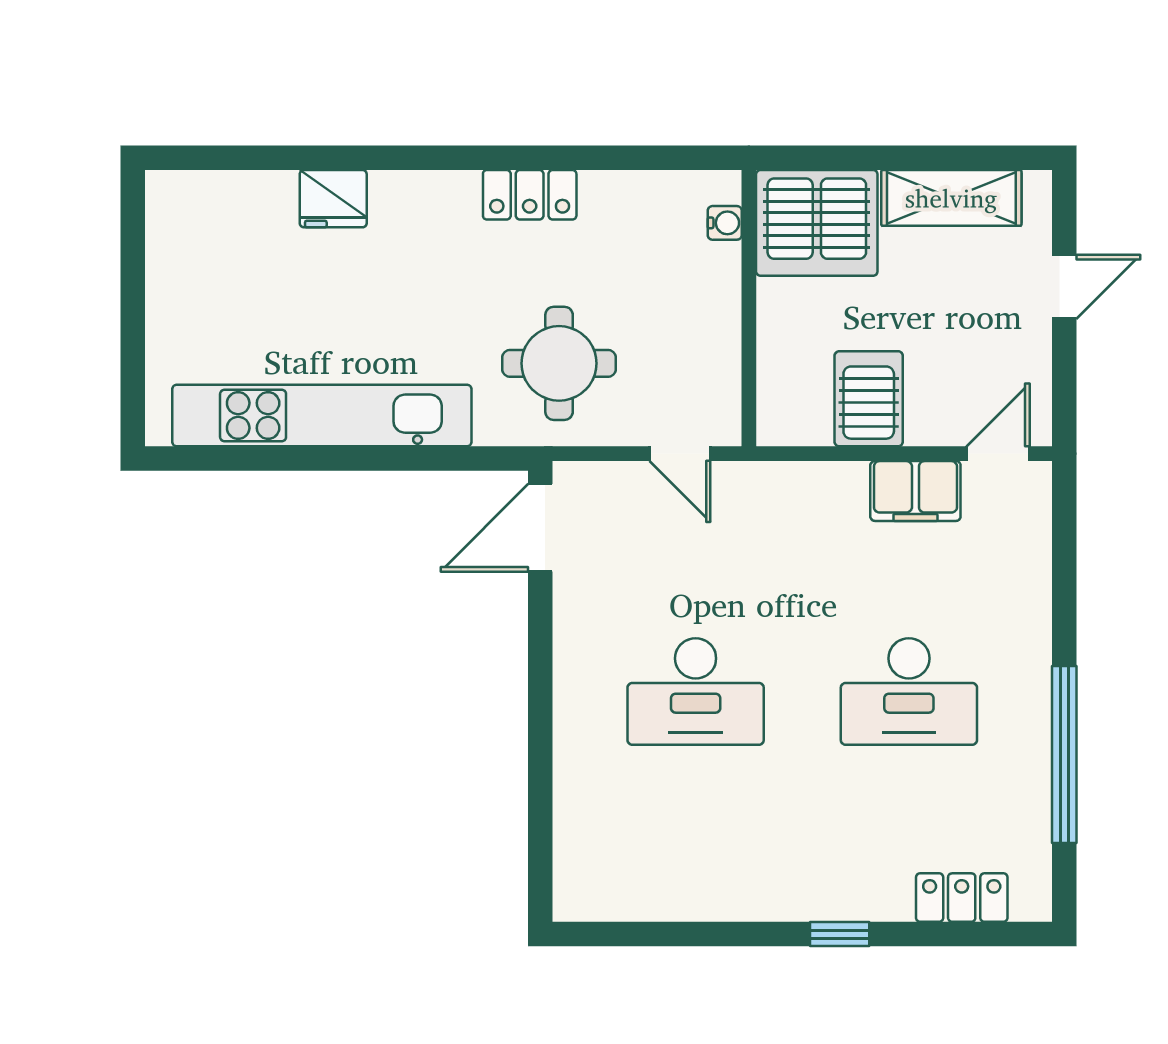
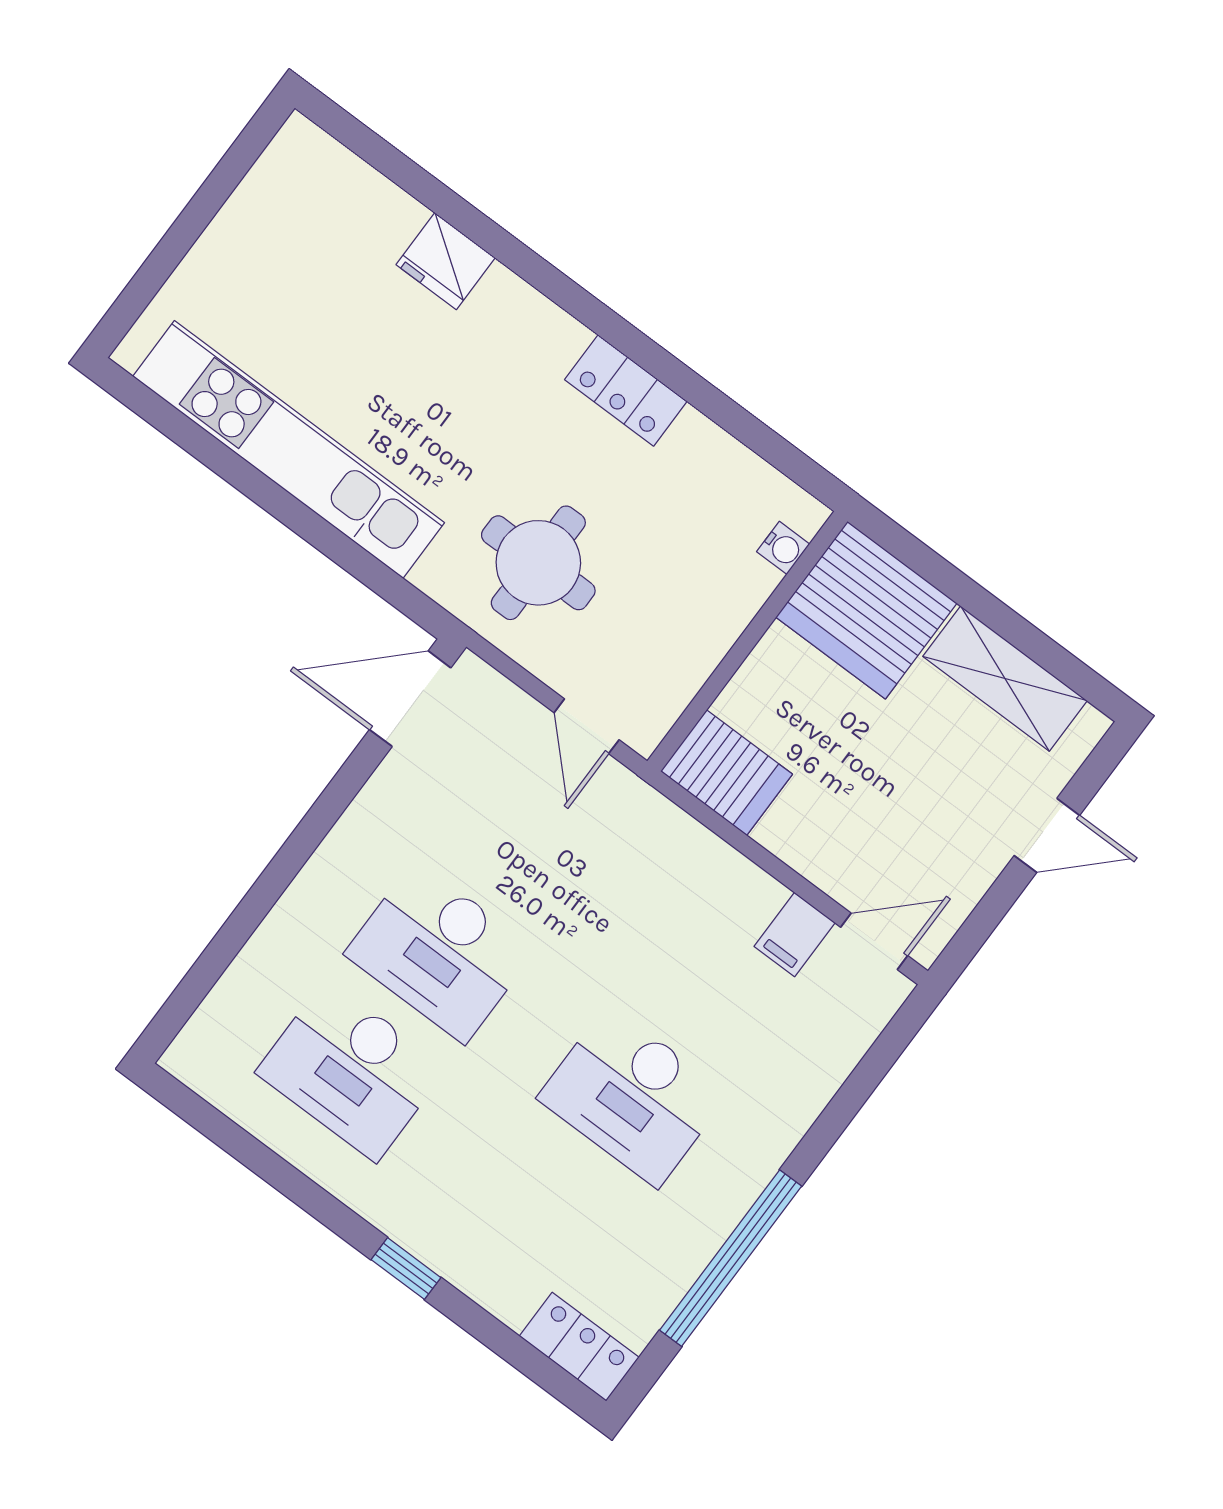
server rack: (869, 399) -> (726, 773), moved, turned 90
filing cabinet: (915, 491) -> (795, 934), width x0.50
desk: (696, 822) -> (351, 1070), added
locker: (962, 898) -> (579, 1347), moved

